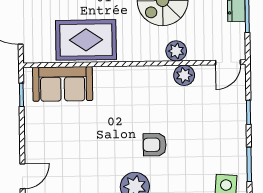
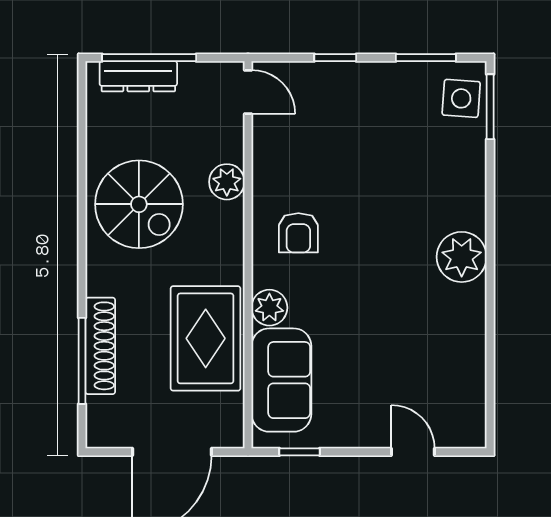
plant: (184, 75) -> (269, 308), moved
armchair: (155, 145) -> (298, 233), moved
door: (23, 176) -> (413, 452), moved

